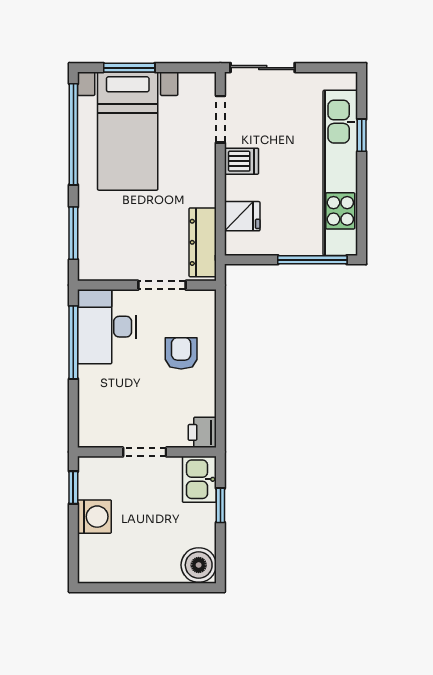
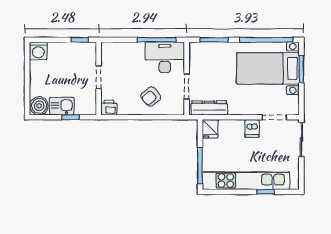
fridge: (242, 216) -> (210, 129), moved
armchair: (181, 353) -> (151, 97), turned 141
kitchen sink: (199, 479) -> (62, 106), moved
washing machine: (94, 517) -> (38, 51), moved

